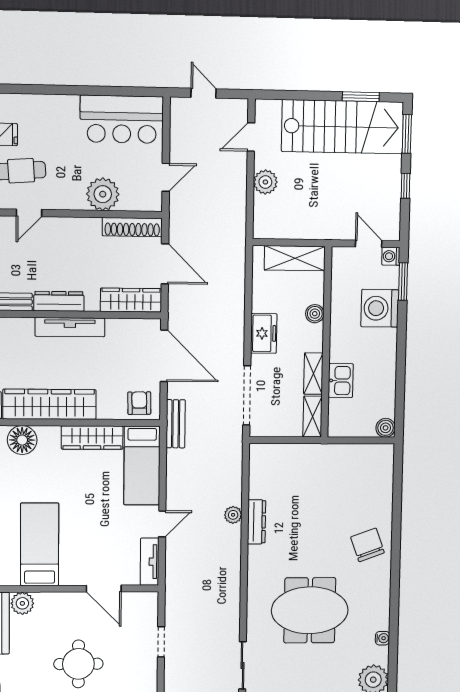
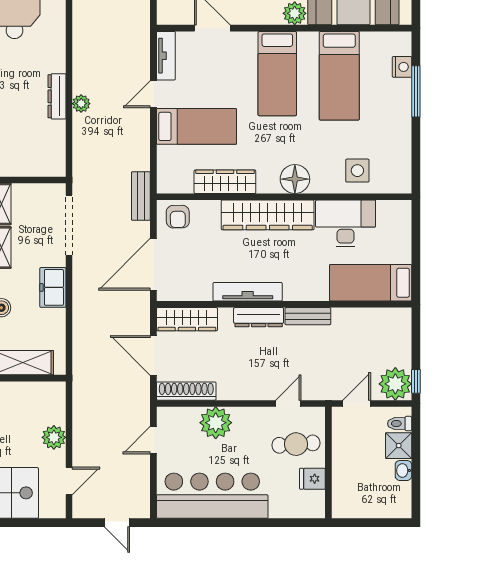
bar counter: (122, 119) -> (212, 496), width x1.36
door: (164, 356) -> (153, 264), hinge flipped
bed: (142, 466) -> (197, 126), moved, turned 90

